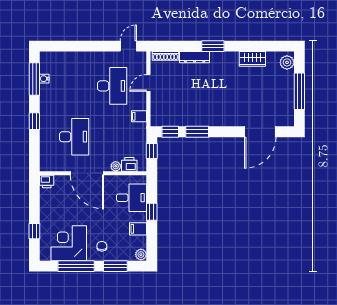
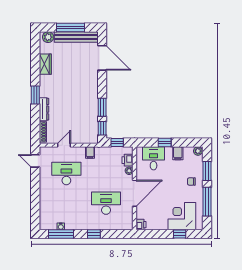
door: (148, 83) -> (64, 145), swing flipped
bench: (287, 99) -> (76, 37), added
corner desk: (69, 243) -> (182, 216), moved, turned 90

